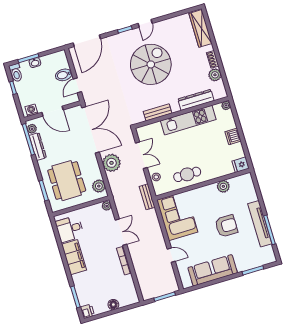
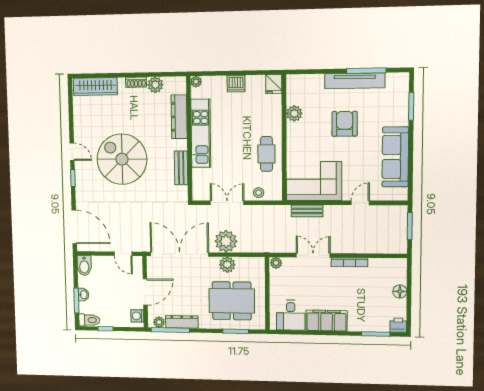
bidet: (64, 75) -> (84, 266), moved
plant: (99, 186) -> (227, 265), moved
bench: (147, 197) -> (307, 211), moved

